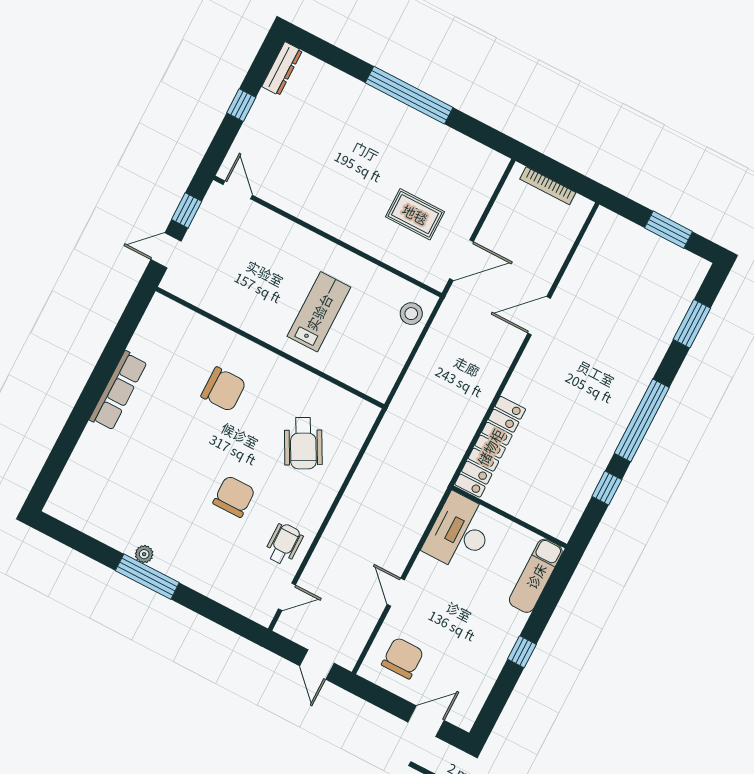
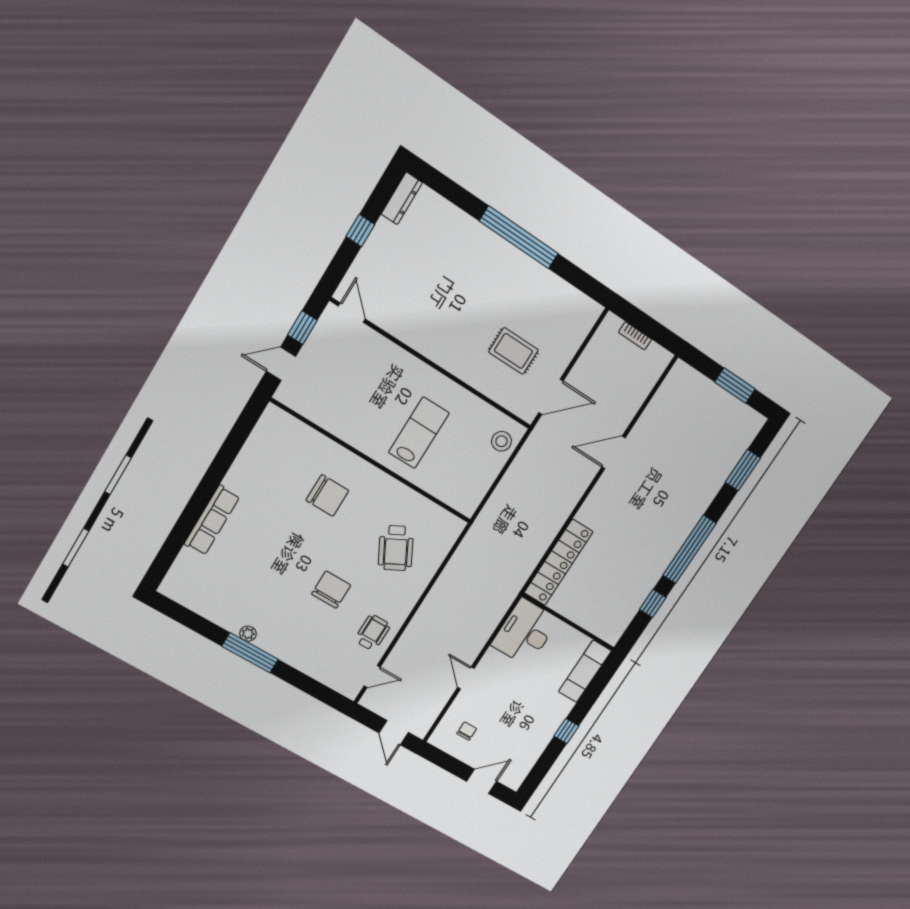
bookcase: (548, 186) -> (635, 336), width x0.64
row of seats: (118, 391) -> (212, 520), moved
chair: (403, 658) -> (467, 731), width x0.54, depth x0.54

